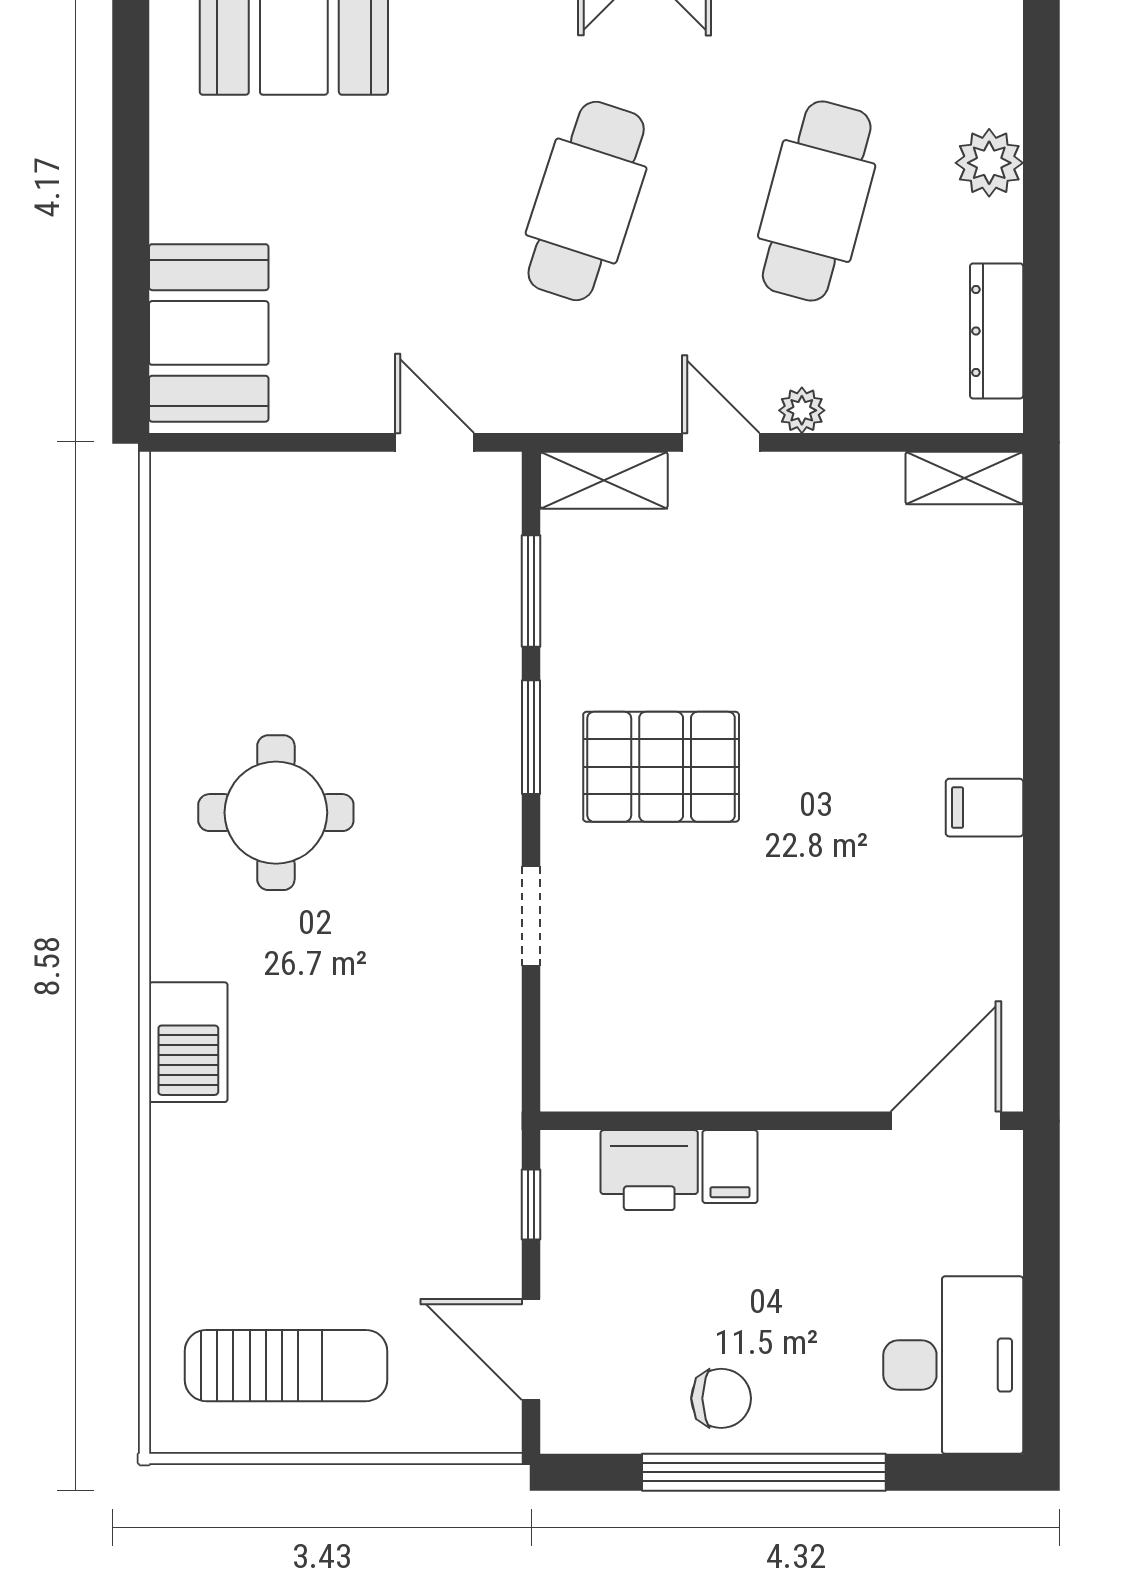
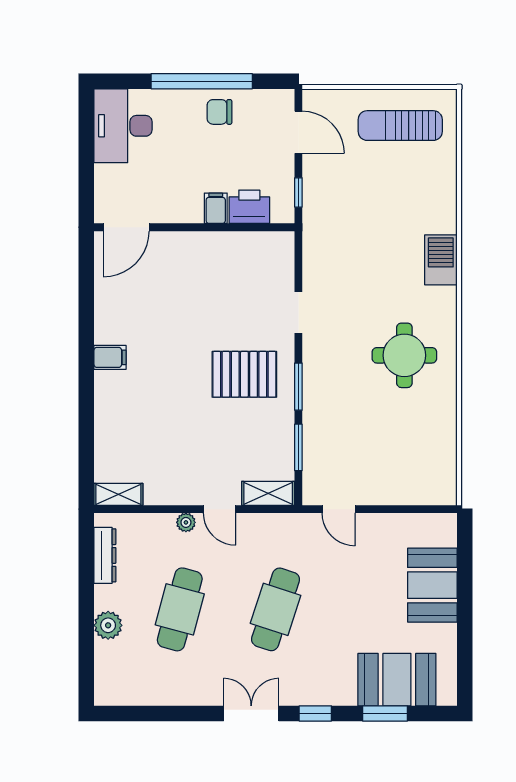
booth: (209, 333) -> (432, 585), moved

